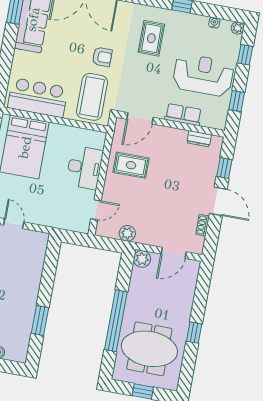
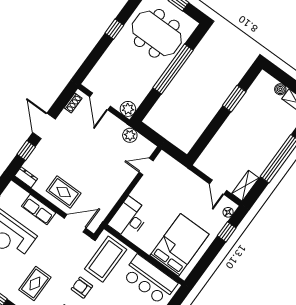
dresser: (199, 139) -> (26, 177), moved
rug: (131, 165) -> (64, 192), moved
desk: (84, 168) -> (129, 218), moved
shoe rack: (203, 225) -> (73, 103), moved
door: (174, 253) -> (100, 101), swing flipped

